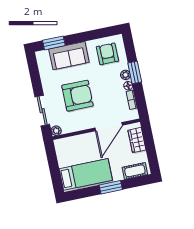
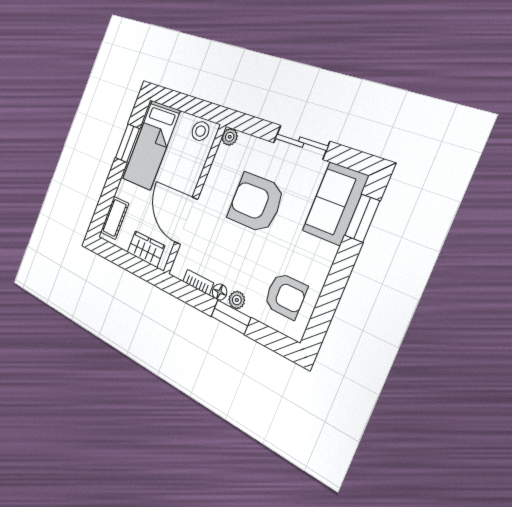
sofa: (69, 56) -> (335, 204), moved
armchair: (78, 96) -> (256, 203), turned 90
sliding door: (42, 111) -> (301, 142), moved
stool: (62, 149) -> (200, 131), added
window: (111, 187) -> (127, 143), moved

